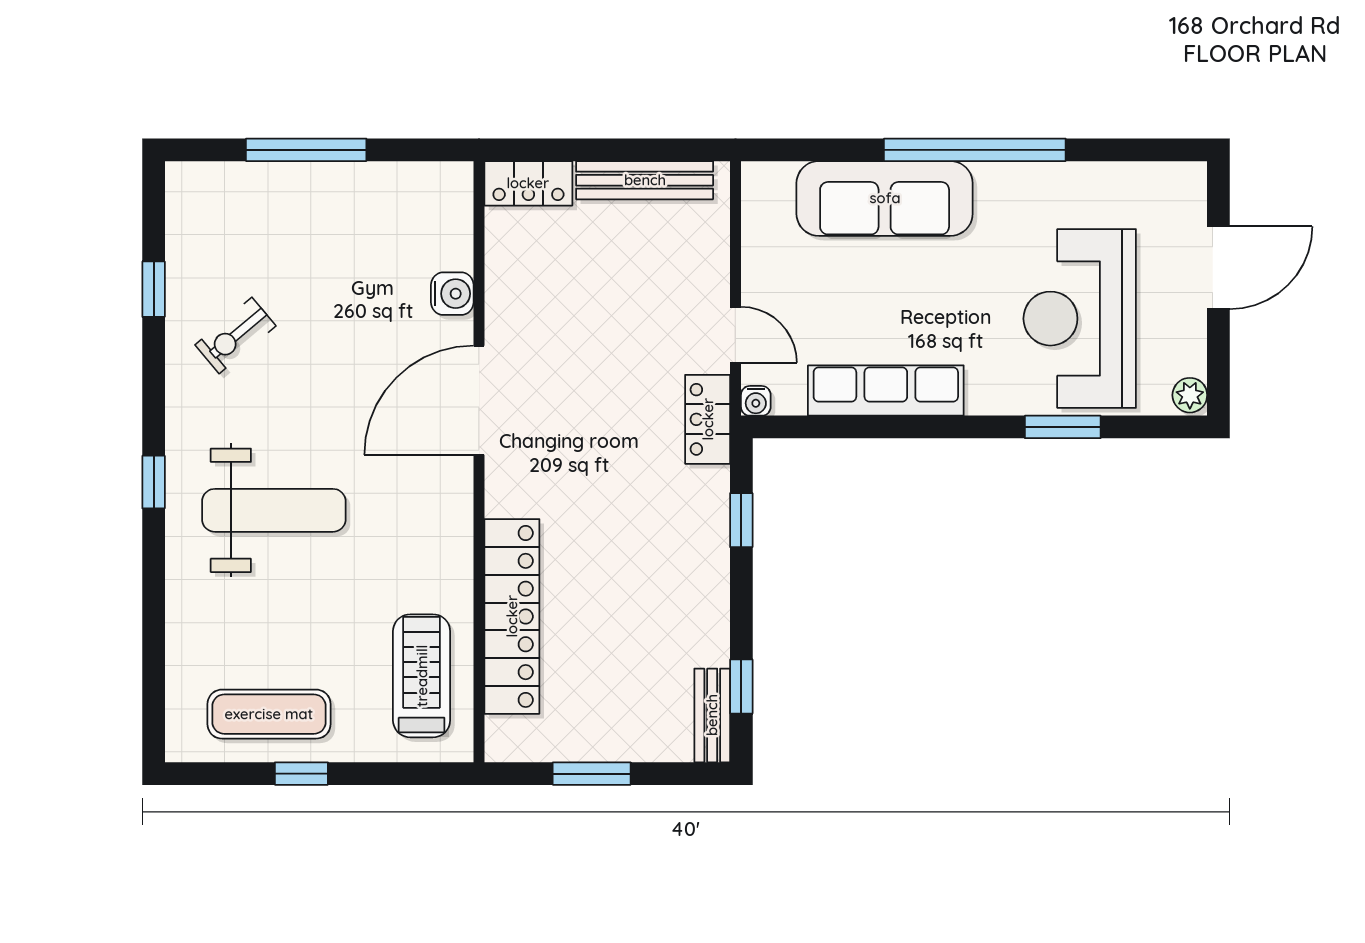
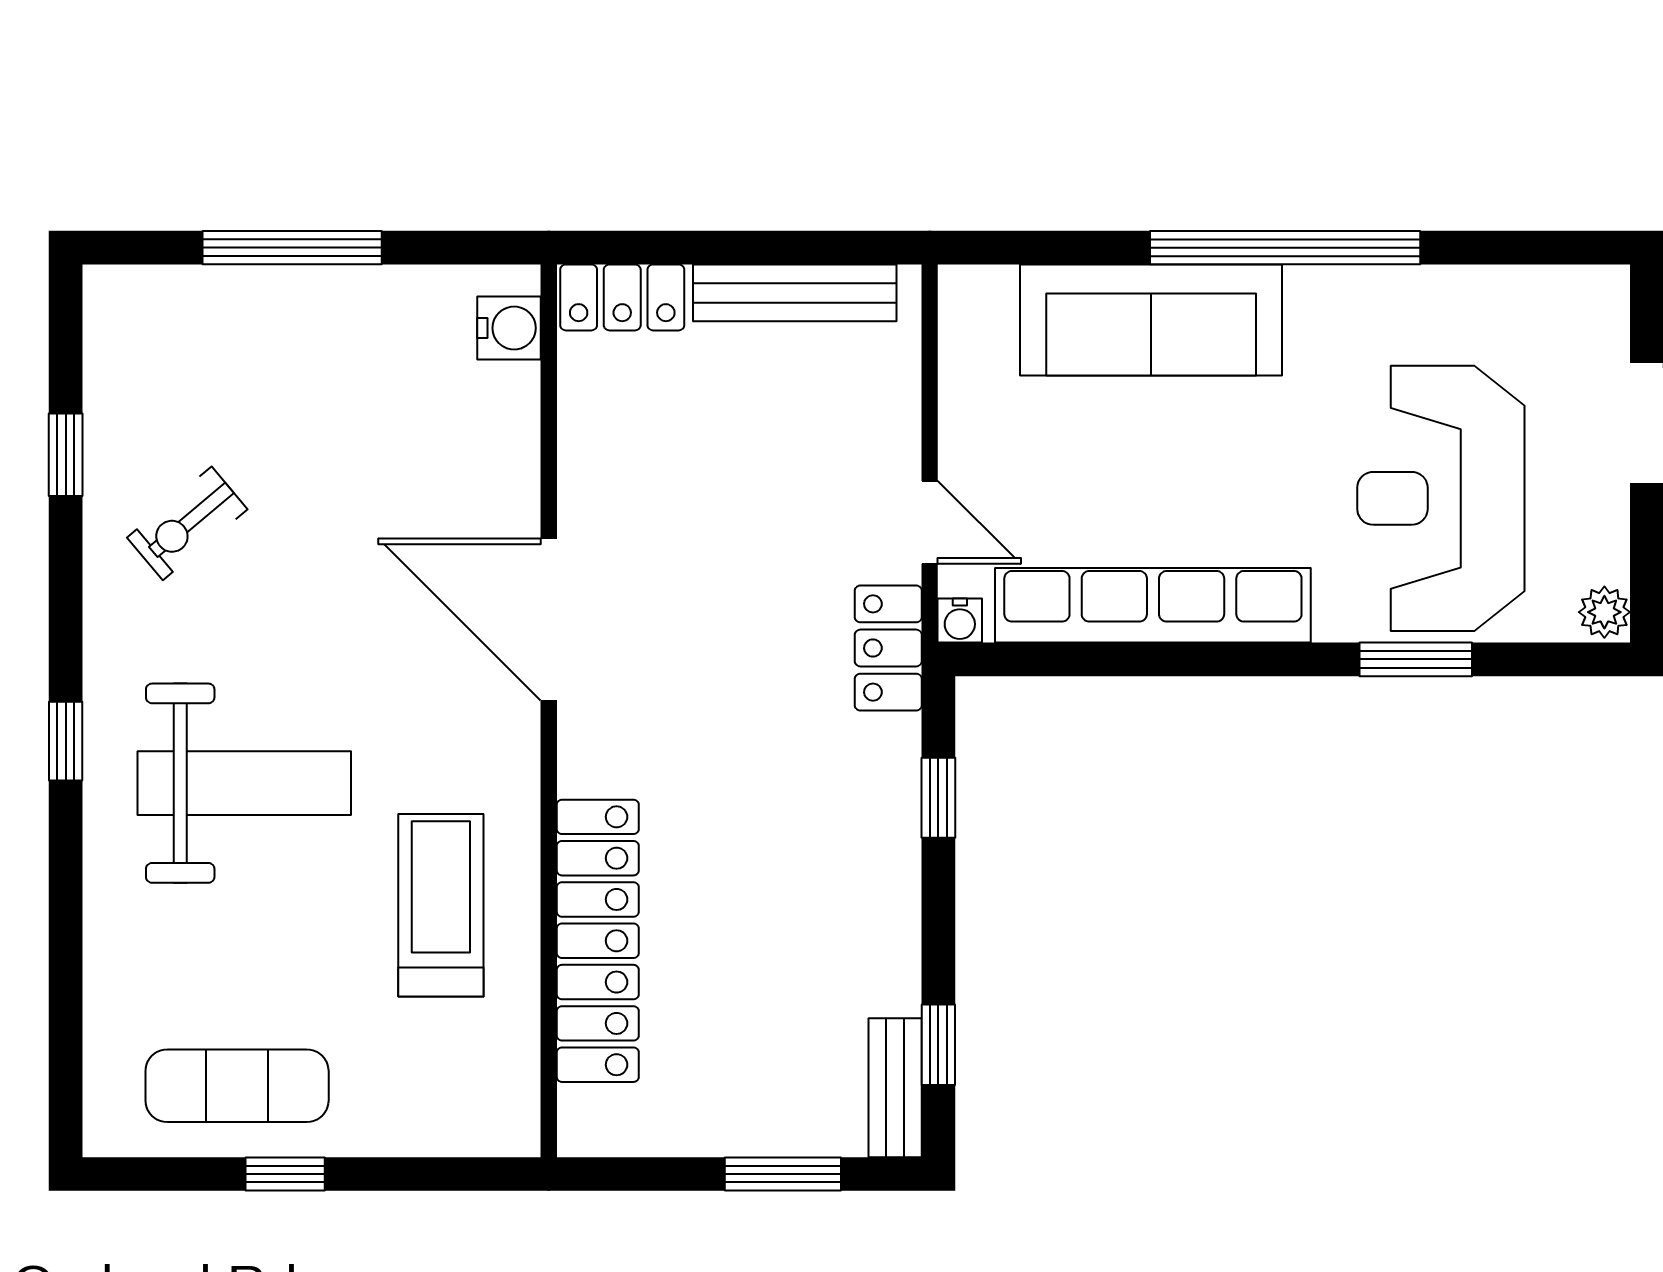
water cooler: (452, 294) -> (509, 328), moved
row of seats: (886, 391) -> (1153, 605), width x1.36
door: (479, 400) -> (549, 620), hinge flipped
treadmill: (422, 676) -> (441, 905), moved
window: (592, 774) -> (783, 1174), moved

